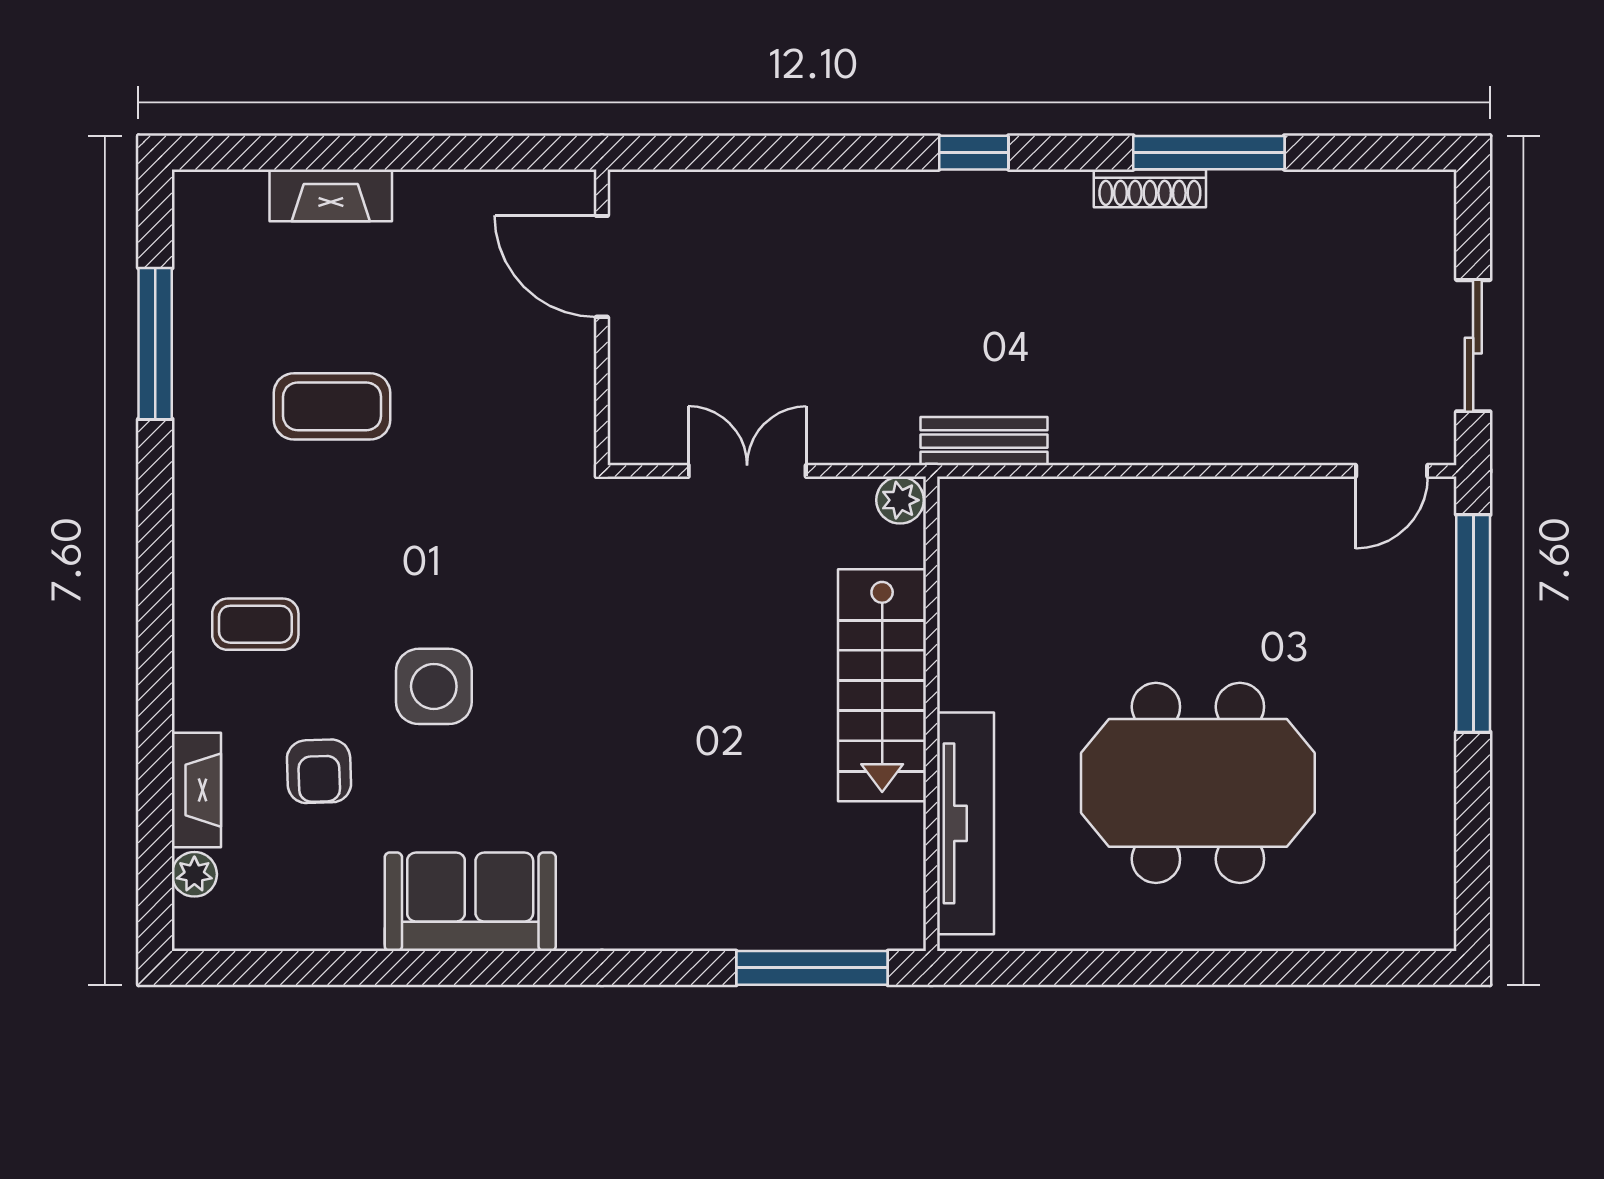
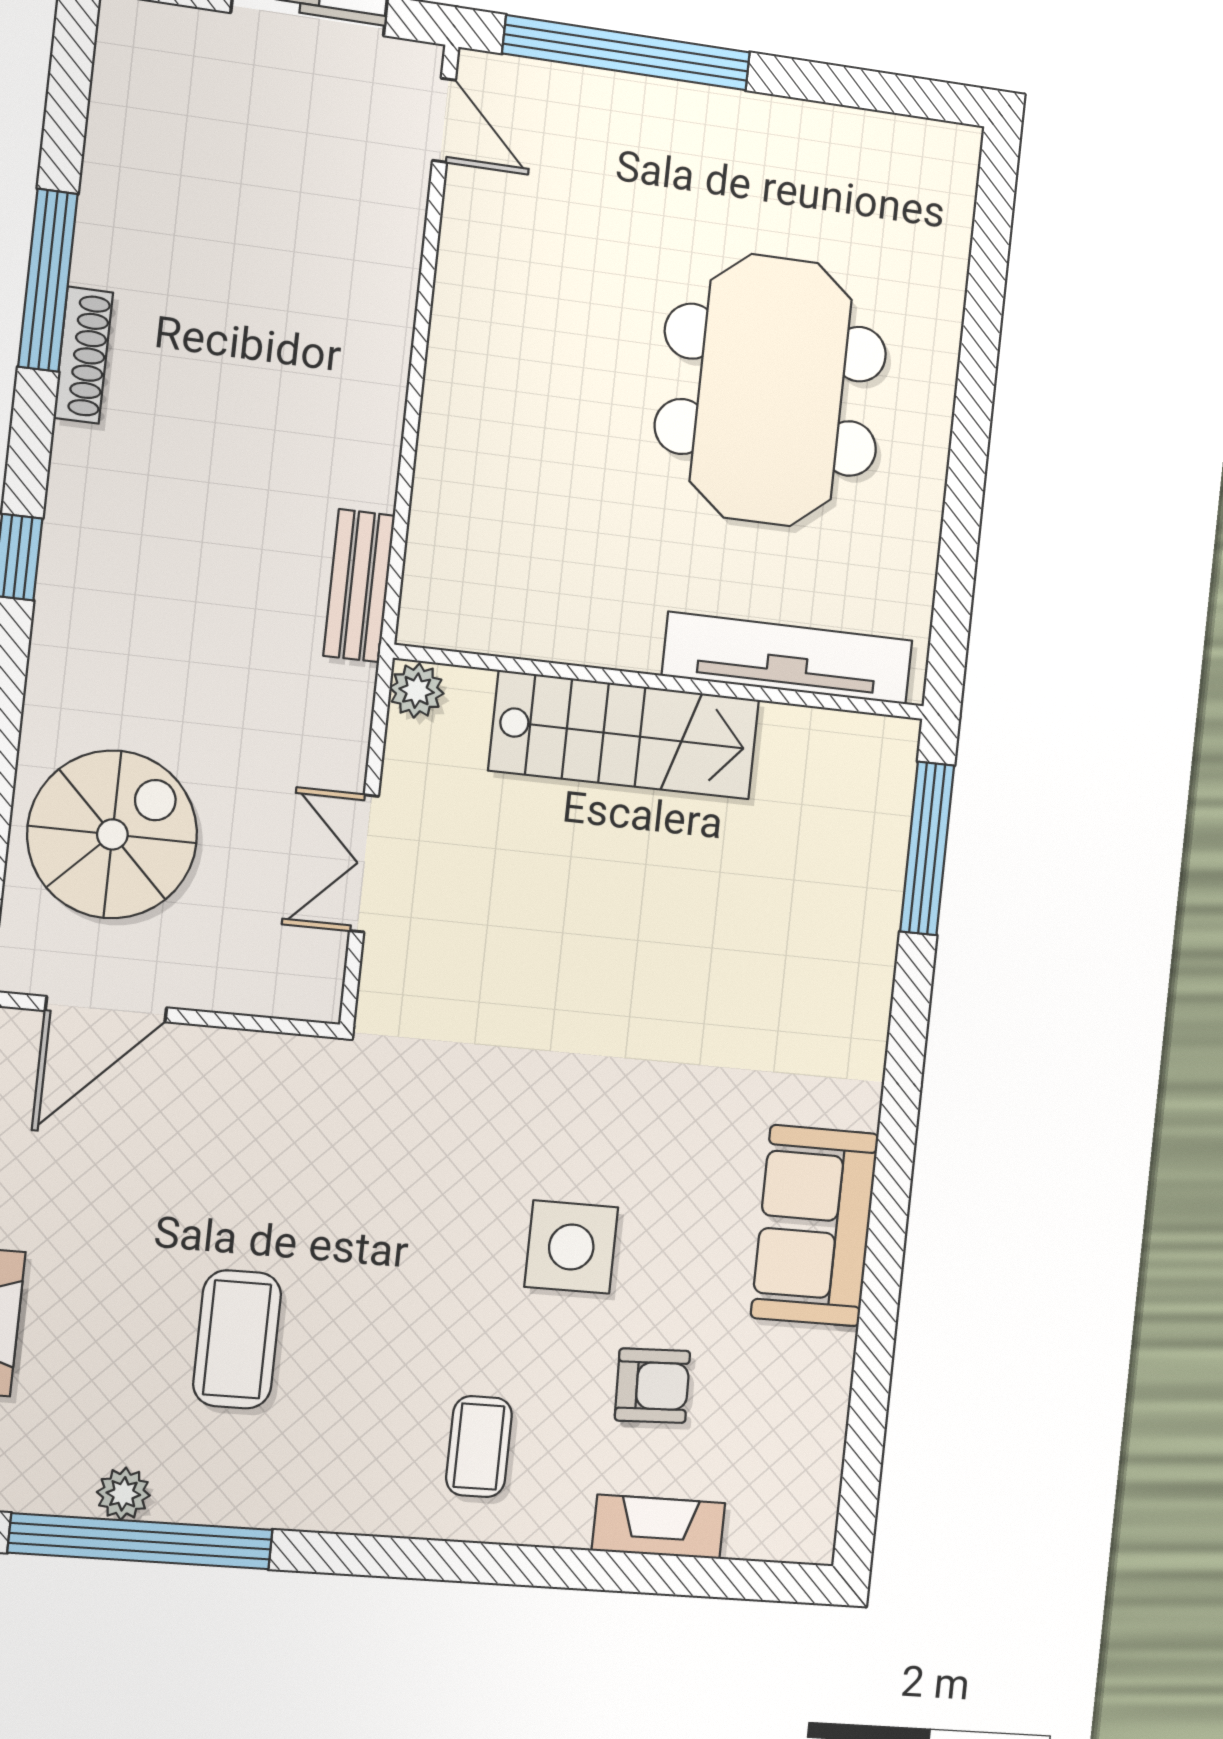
spiral stairs: (750, 256) -> (112, 834), added
window: (155, 344) -> (141, 1541), width x1.46
plant: (194, 874) -> (123, 1494), moved

